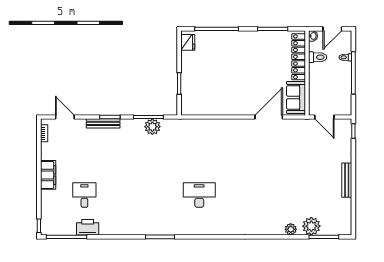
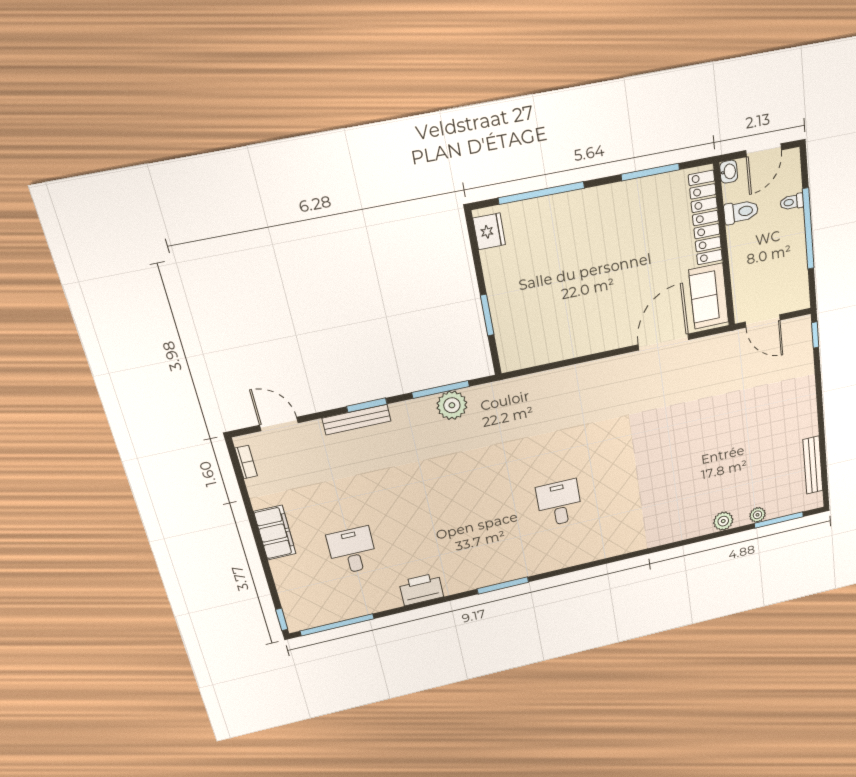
bench: (347, 180) -> (813, 465), moved
desk: (199, 195) -> (559, 503), width x0.73
plant: (311, 226) -> (757, 515), width x0.53, depth x0.53
printer: (88, 227) -> (421, 589), moved

